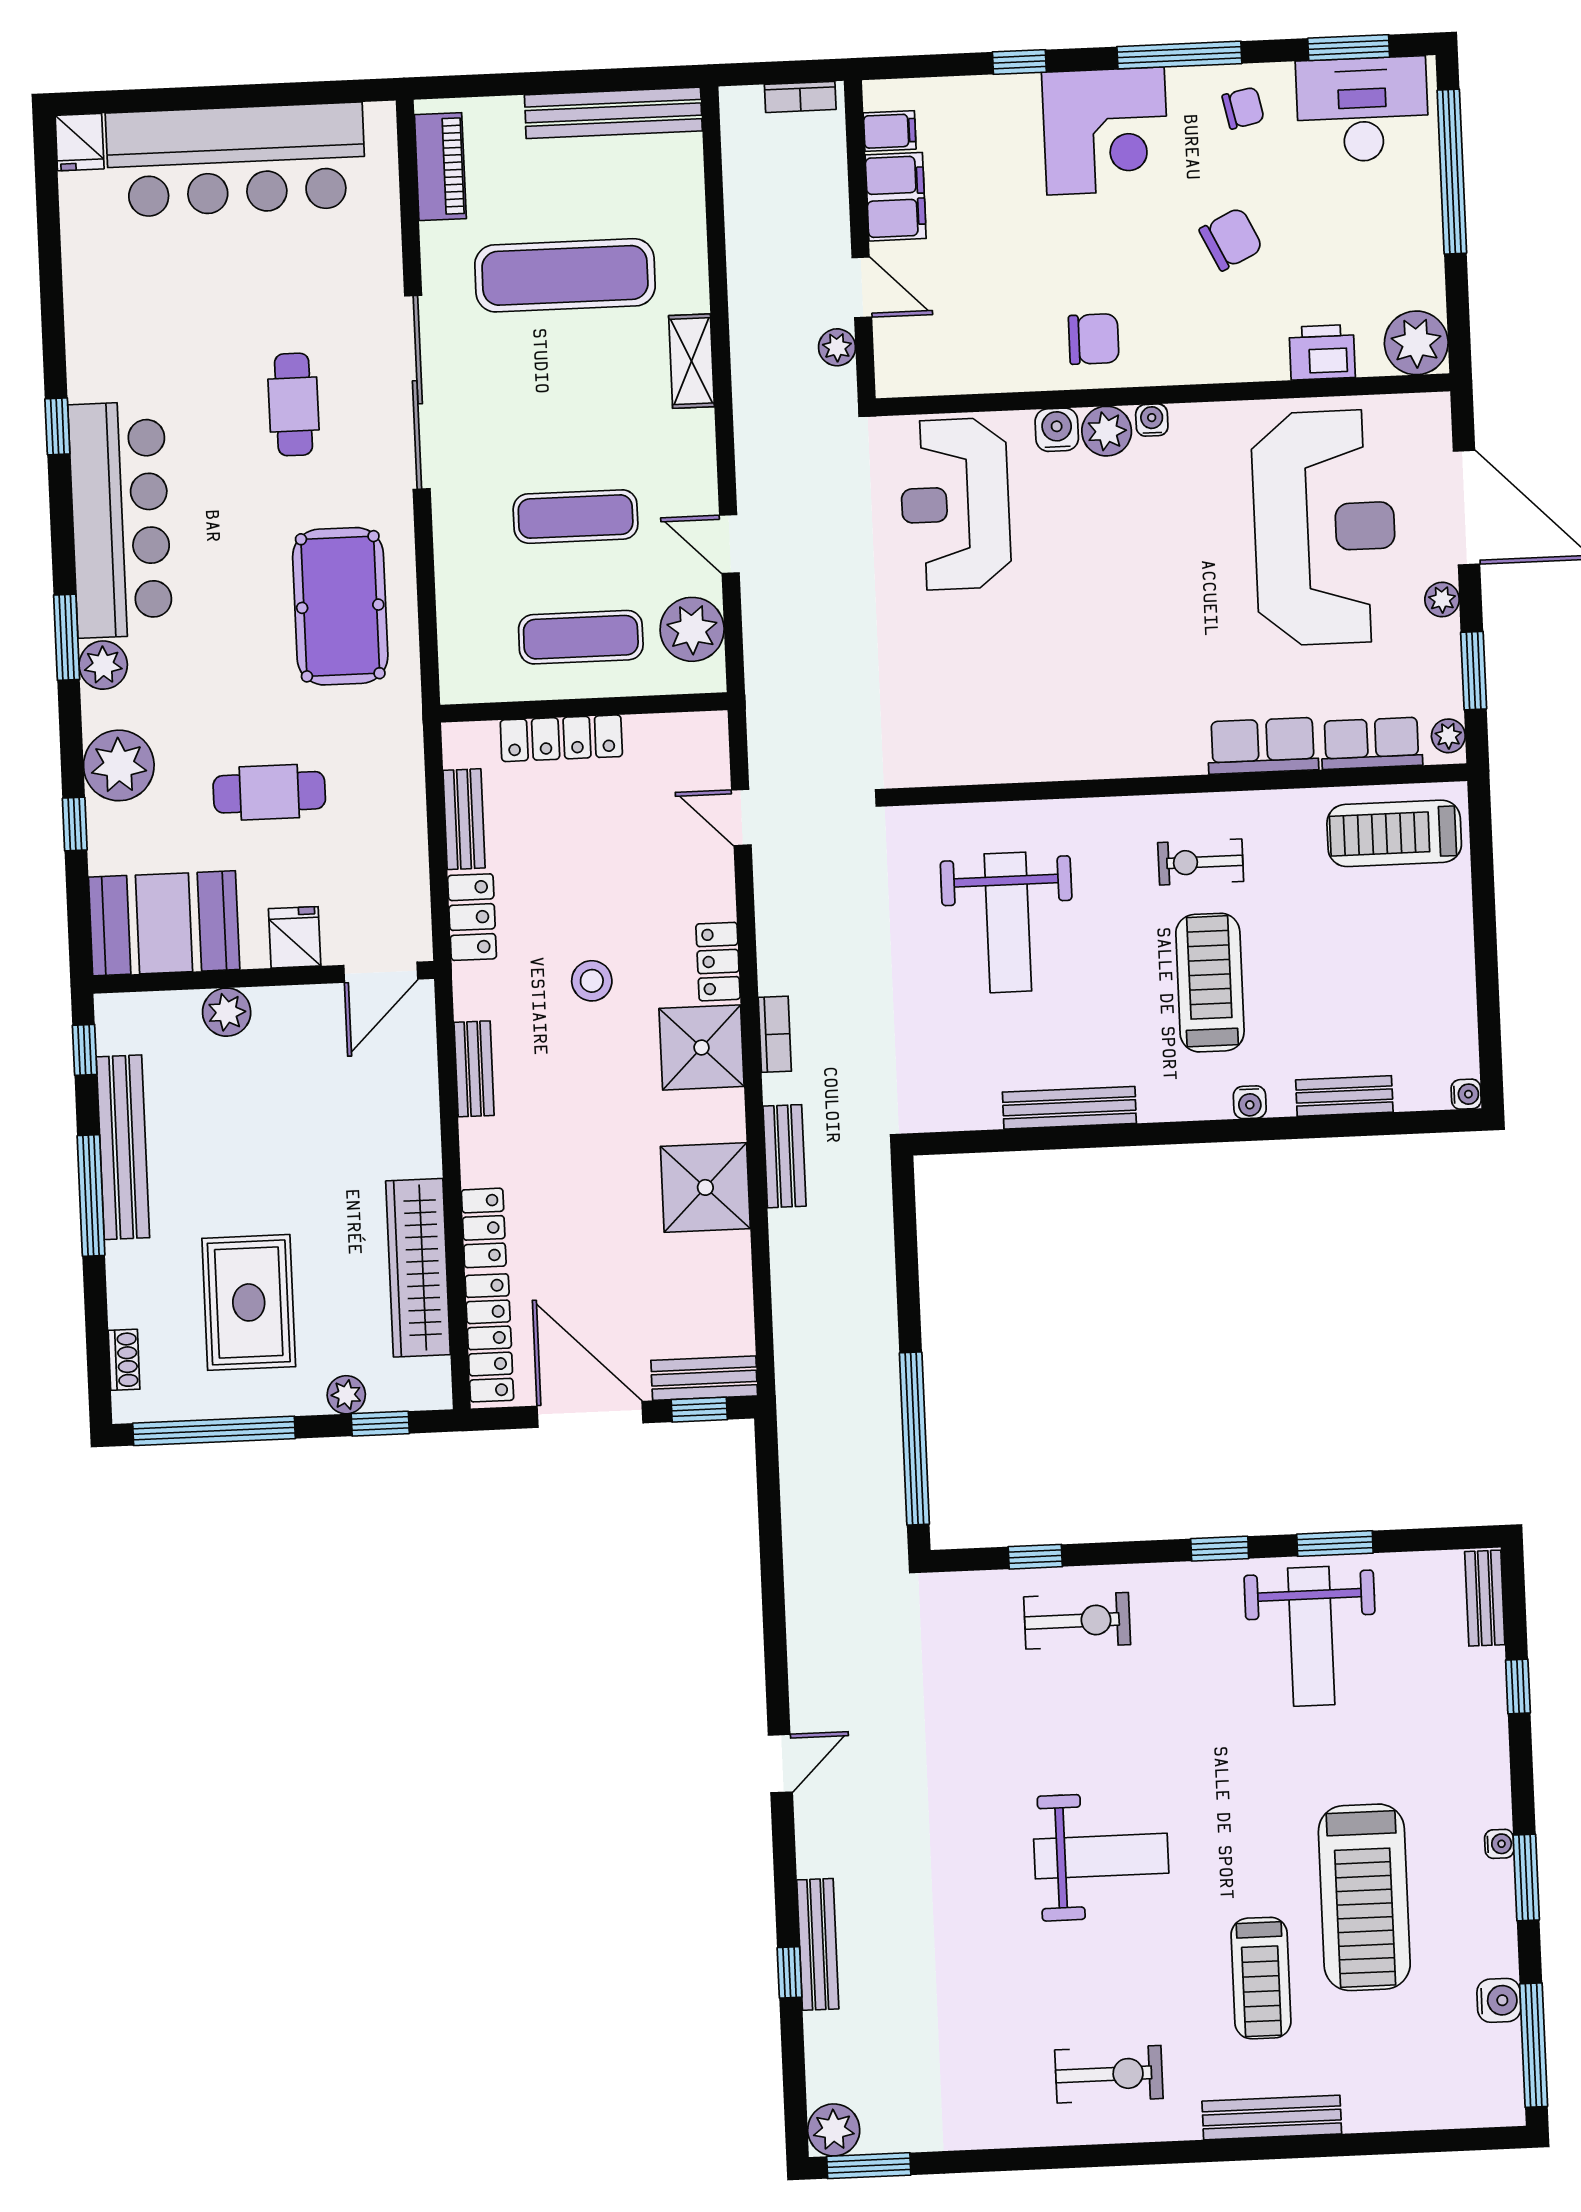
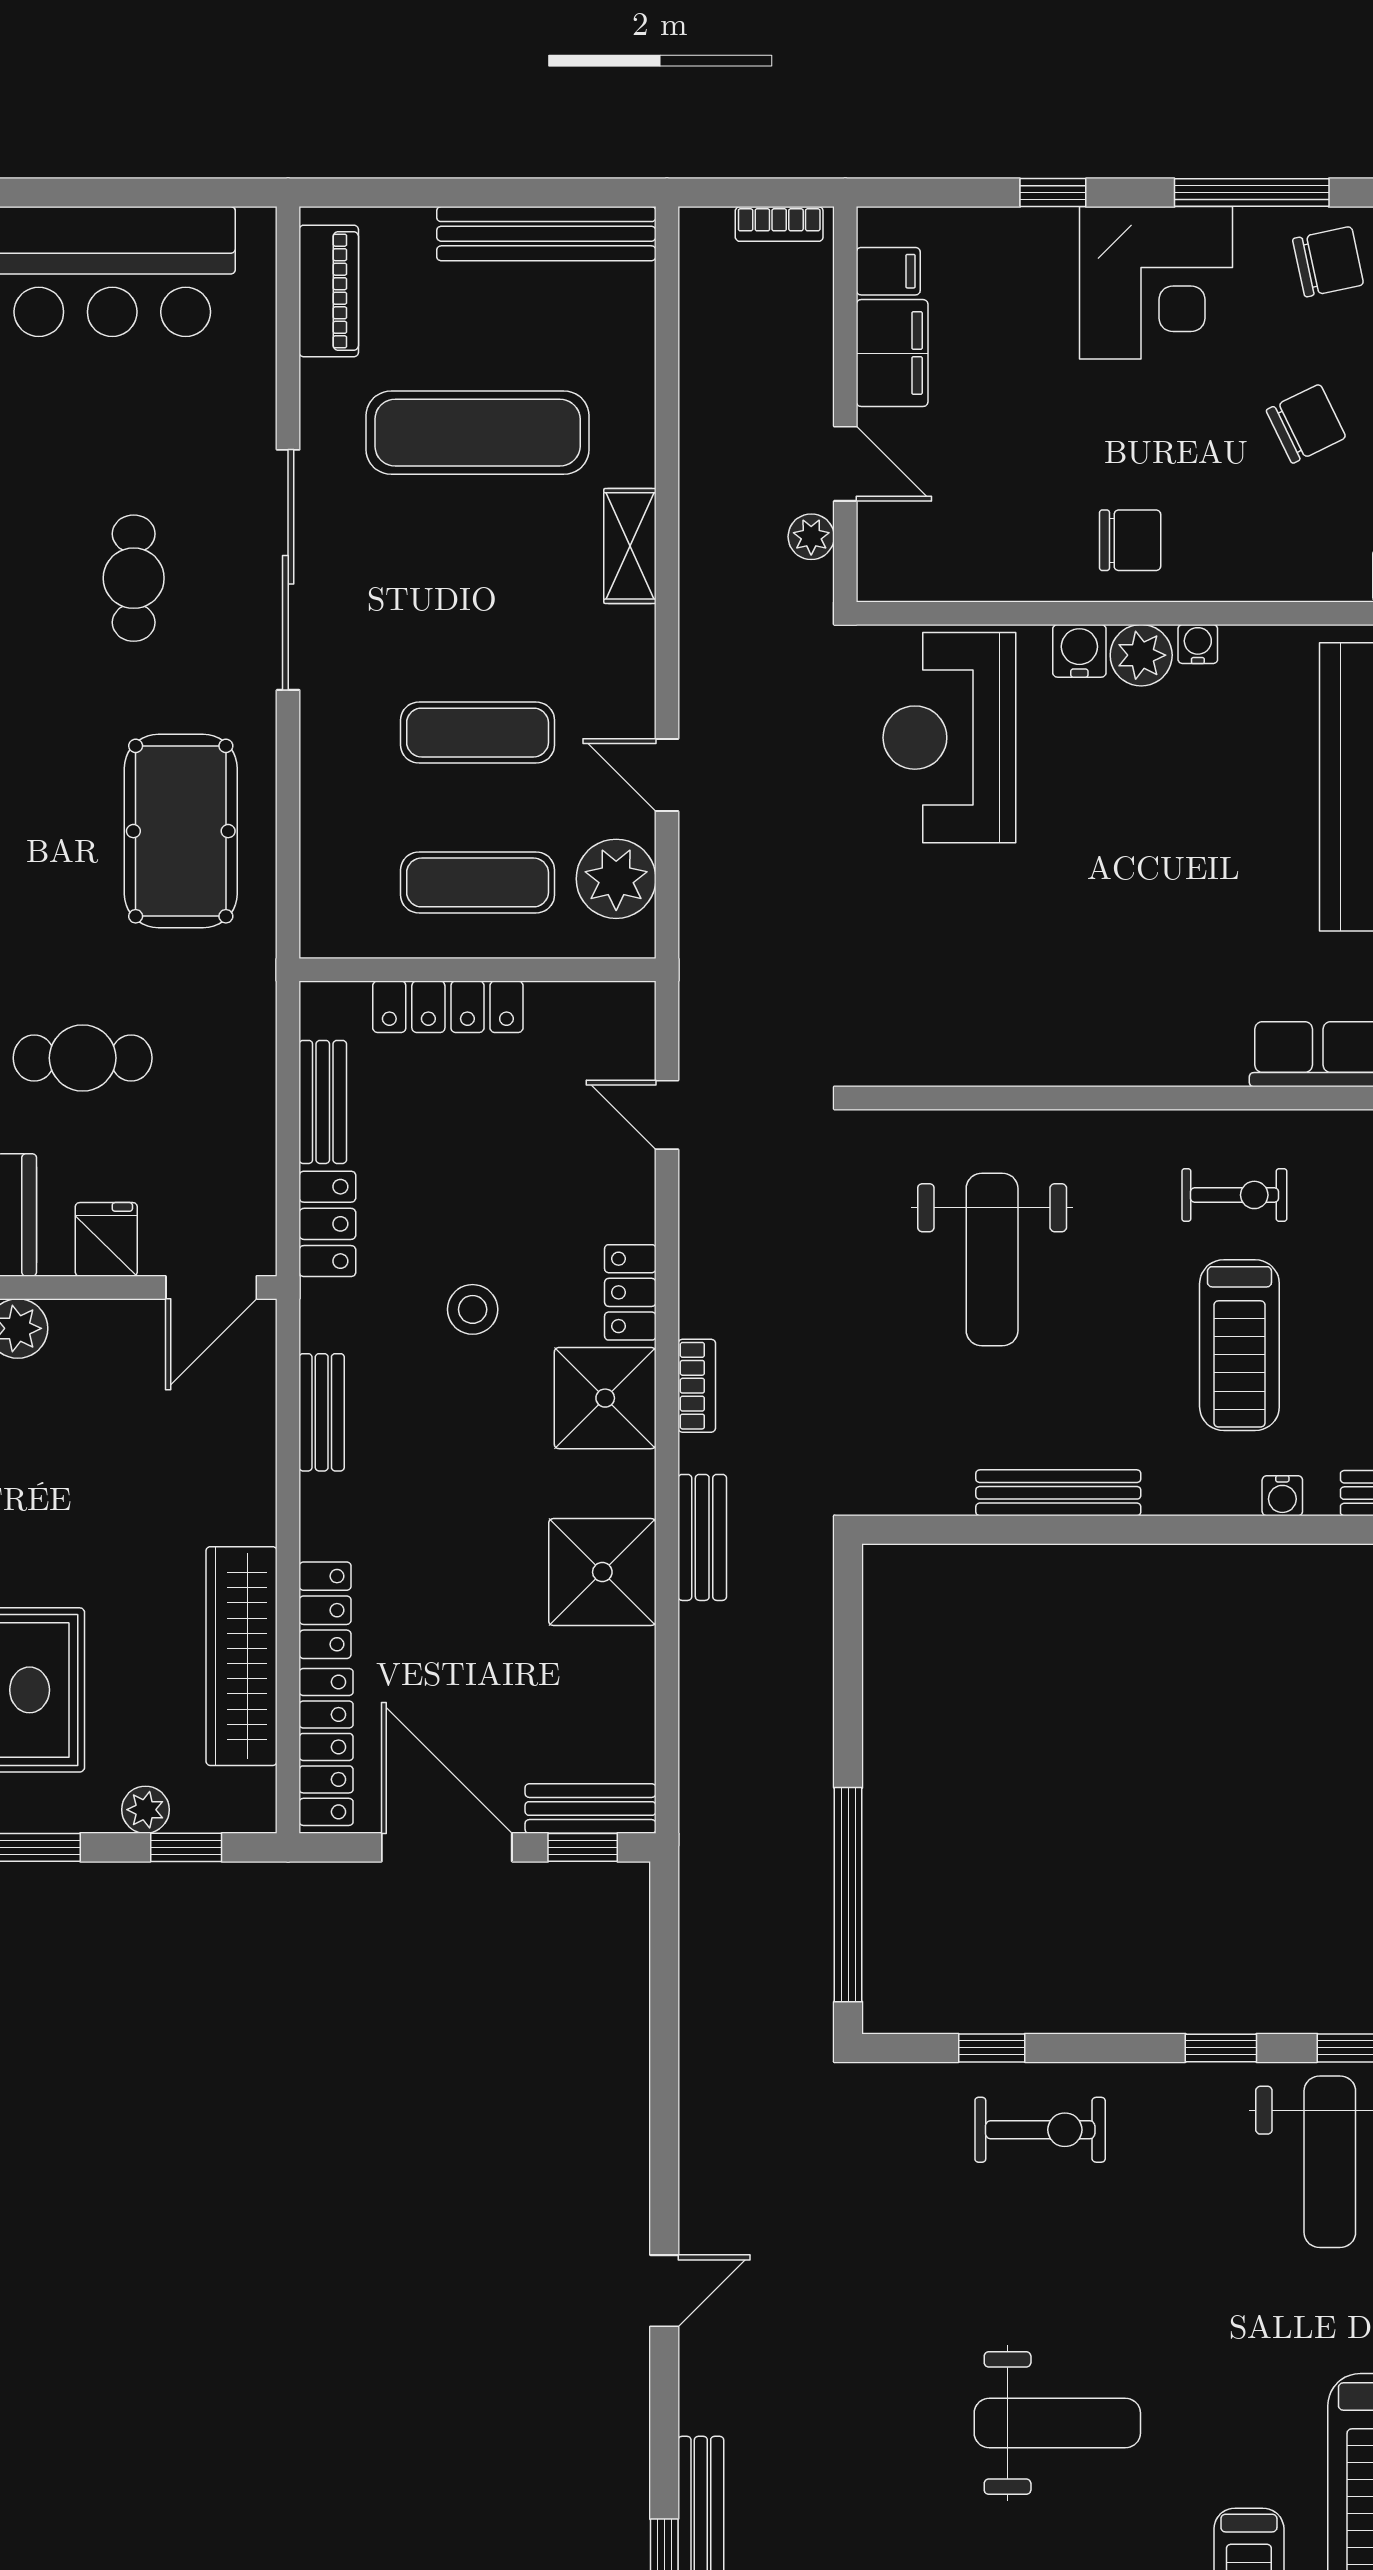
chair: (1243, 108) -> (1328, 262), width x1.37, depth x1.37
exercise bike: (1201, 862) -> (1234, 1195), turned 180
treadmill: (1210, 983) -> (1239, 1345), turned 180

